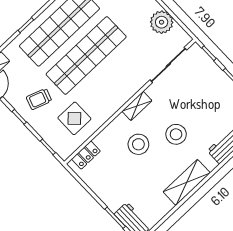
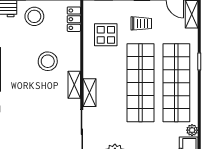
shelving: (132, 88) -> (90, 93), added
trolley: (39, 99) -> (141, 23), turned 71
stool: (176, 134) -> (34, 16), moved

